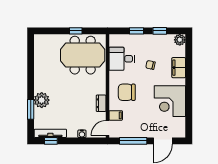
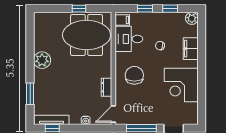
chair: (127, 92) -> (134, 75), turned 90
plant: (42, 100) -> (42, 60), moved
filing cabinet: (116, 115) -> (122, 20), moved

